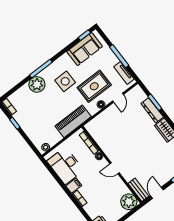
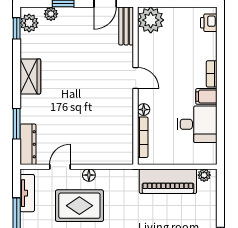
dresser: (152, 110) -> (28, 144), moved
piano: (73, 121) -> (168, 181), moved
desk: (65, 166) -> (197, 124), width x0.73

